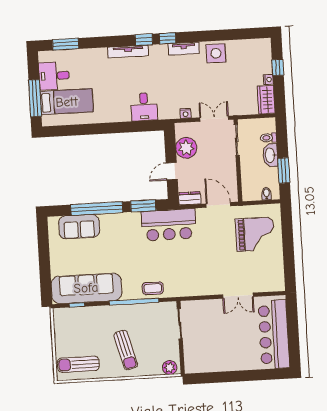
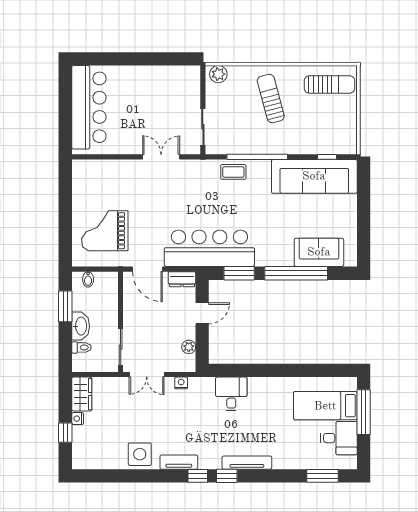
plant: (186, 148) -> (189, 347), width x0.53, depth x0.53
bar counter: (169, 225) -> (209, 248), width x1.36
double door: (238, 296) -> (161, 157), moved

